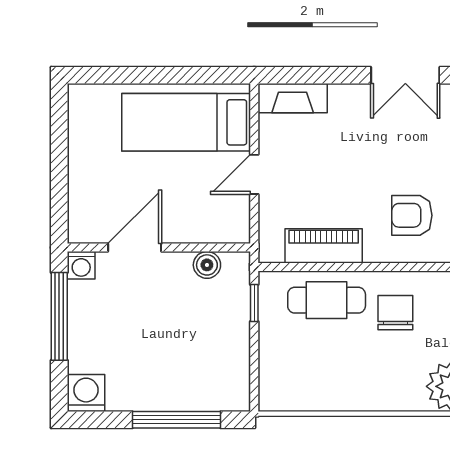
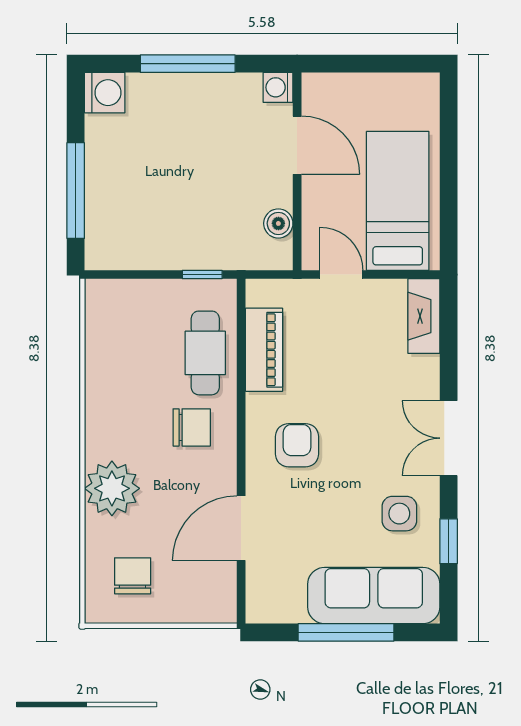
door: (135, 248) -> (297, 145), moved
wall: (159, 248) -> (297, 171), moved
washing machine: (81, 265) -> (278, 87), moved
boiler: (207, 265) -> (278, 223), moved

